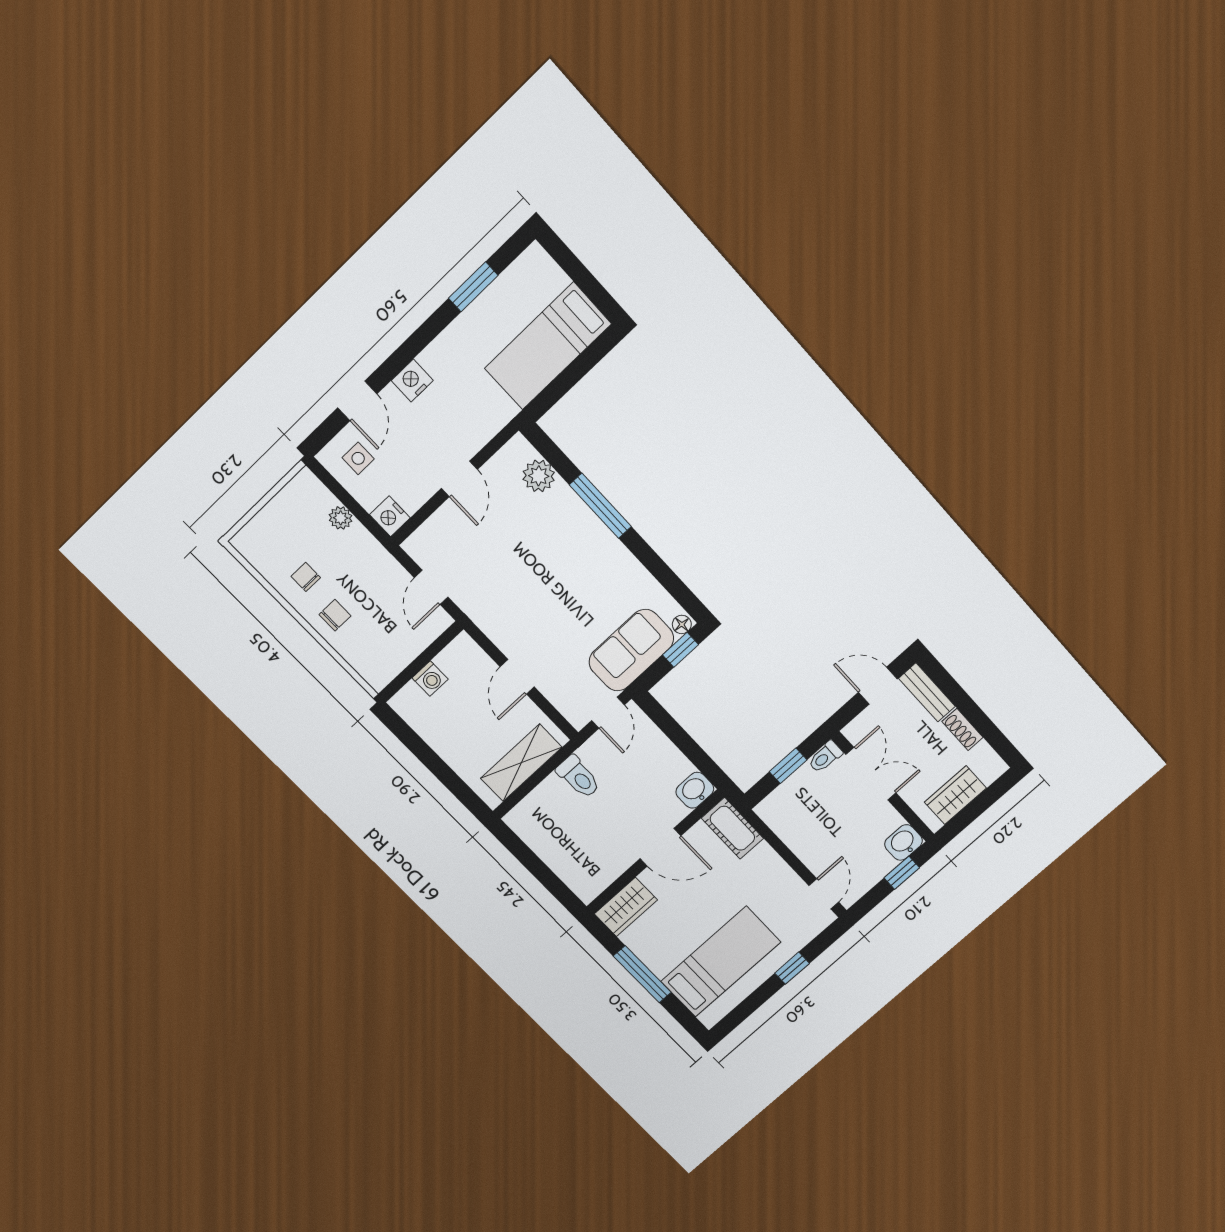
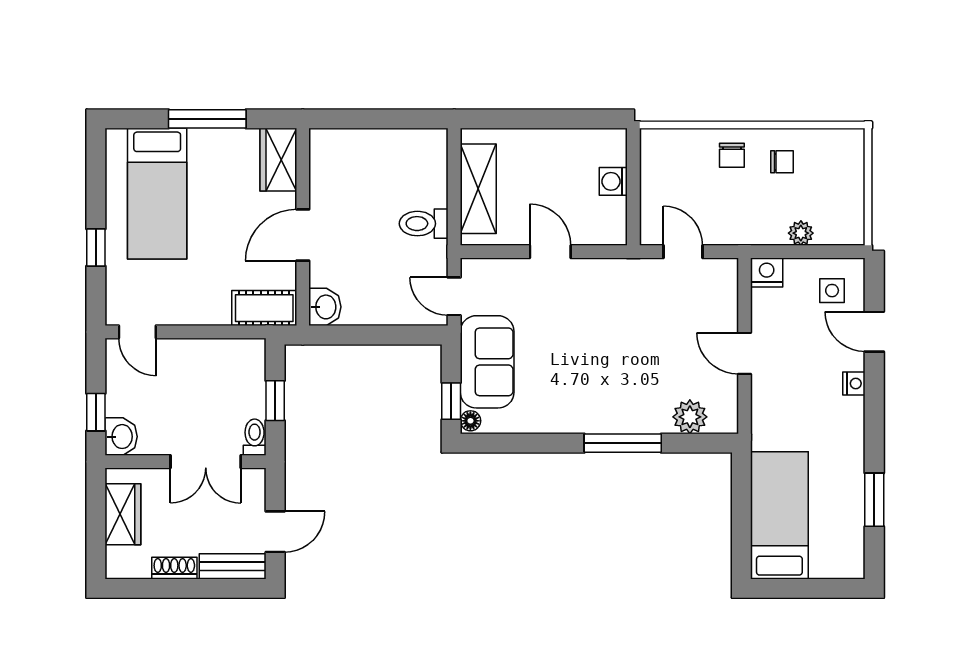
nightstand: (412, 380) -> (854, 383), width x0.72, depth x0.74

